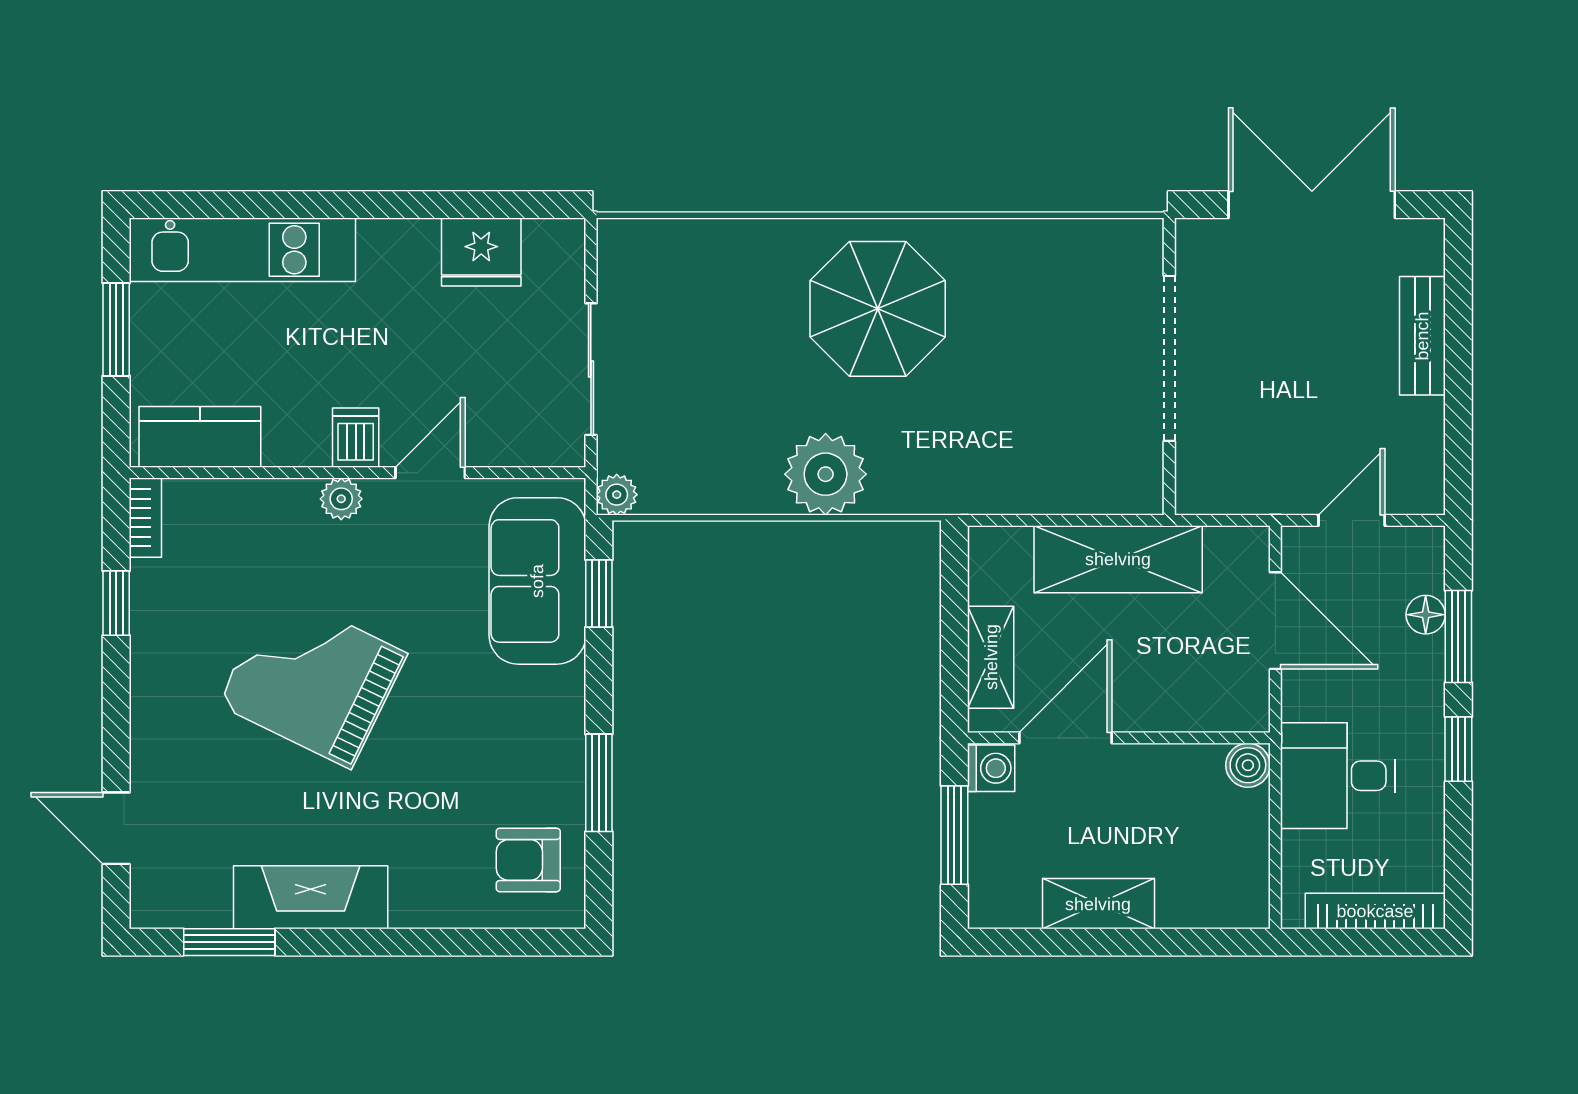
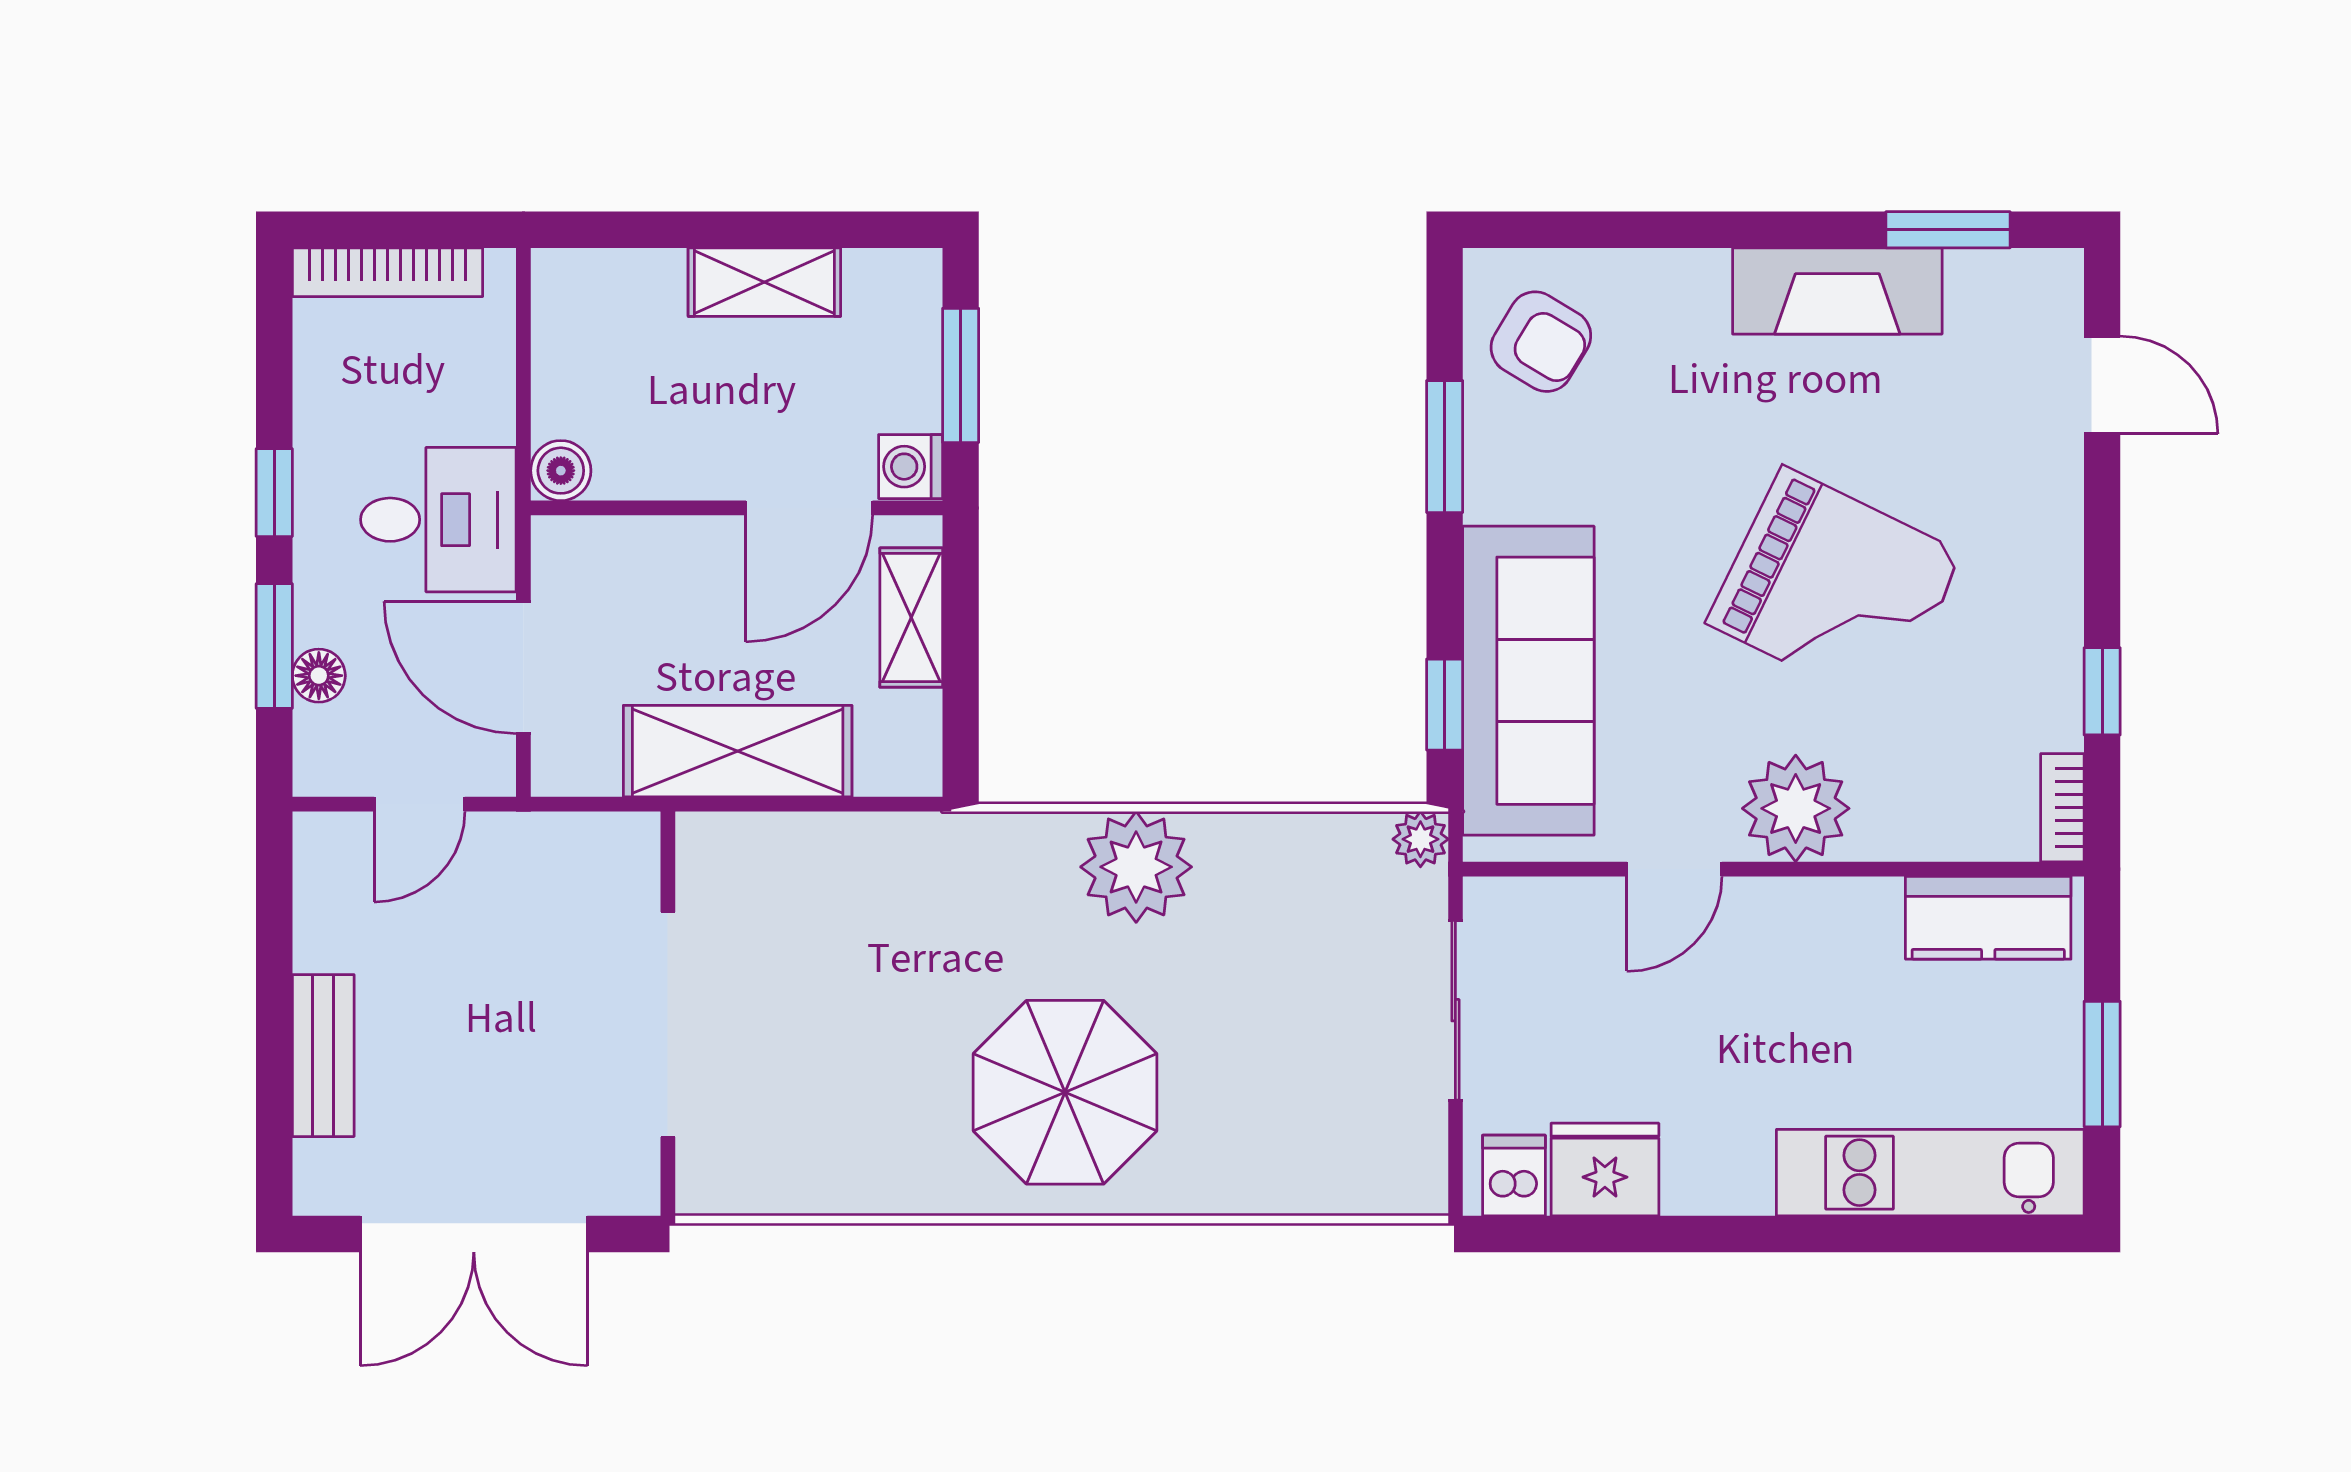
dishwasher: (356, 438) -> (1514, 1176), moved, turned 180
plant: (341, 499) -> (1796, 808), width x1.88, depth x1.88
sofa: (537, 581) -> (1528, 681), width x1.36
desk: (1338, 776) -> (438, 520), moved
armchair: (528, 860) -> (1541, 342), turned 31

